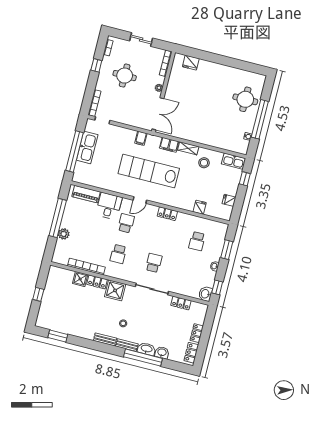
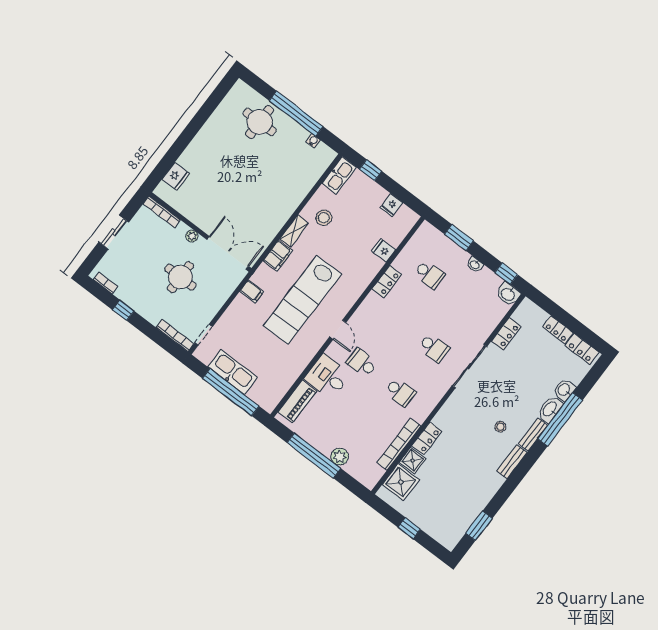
round table: (125, 76) -> (180, 277), moved
locker: (167, 214) -> (387, 282), moved
school desk: (154, 263) -> (434, 348), turned 180
shower: (115, 290) -> (401, 482), moved

